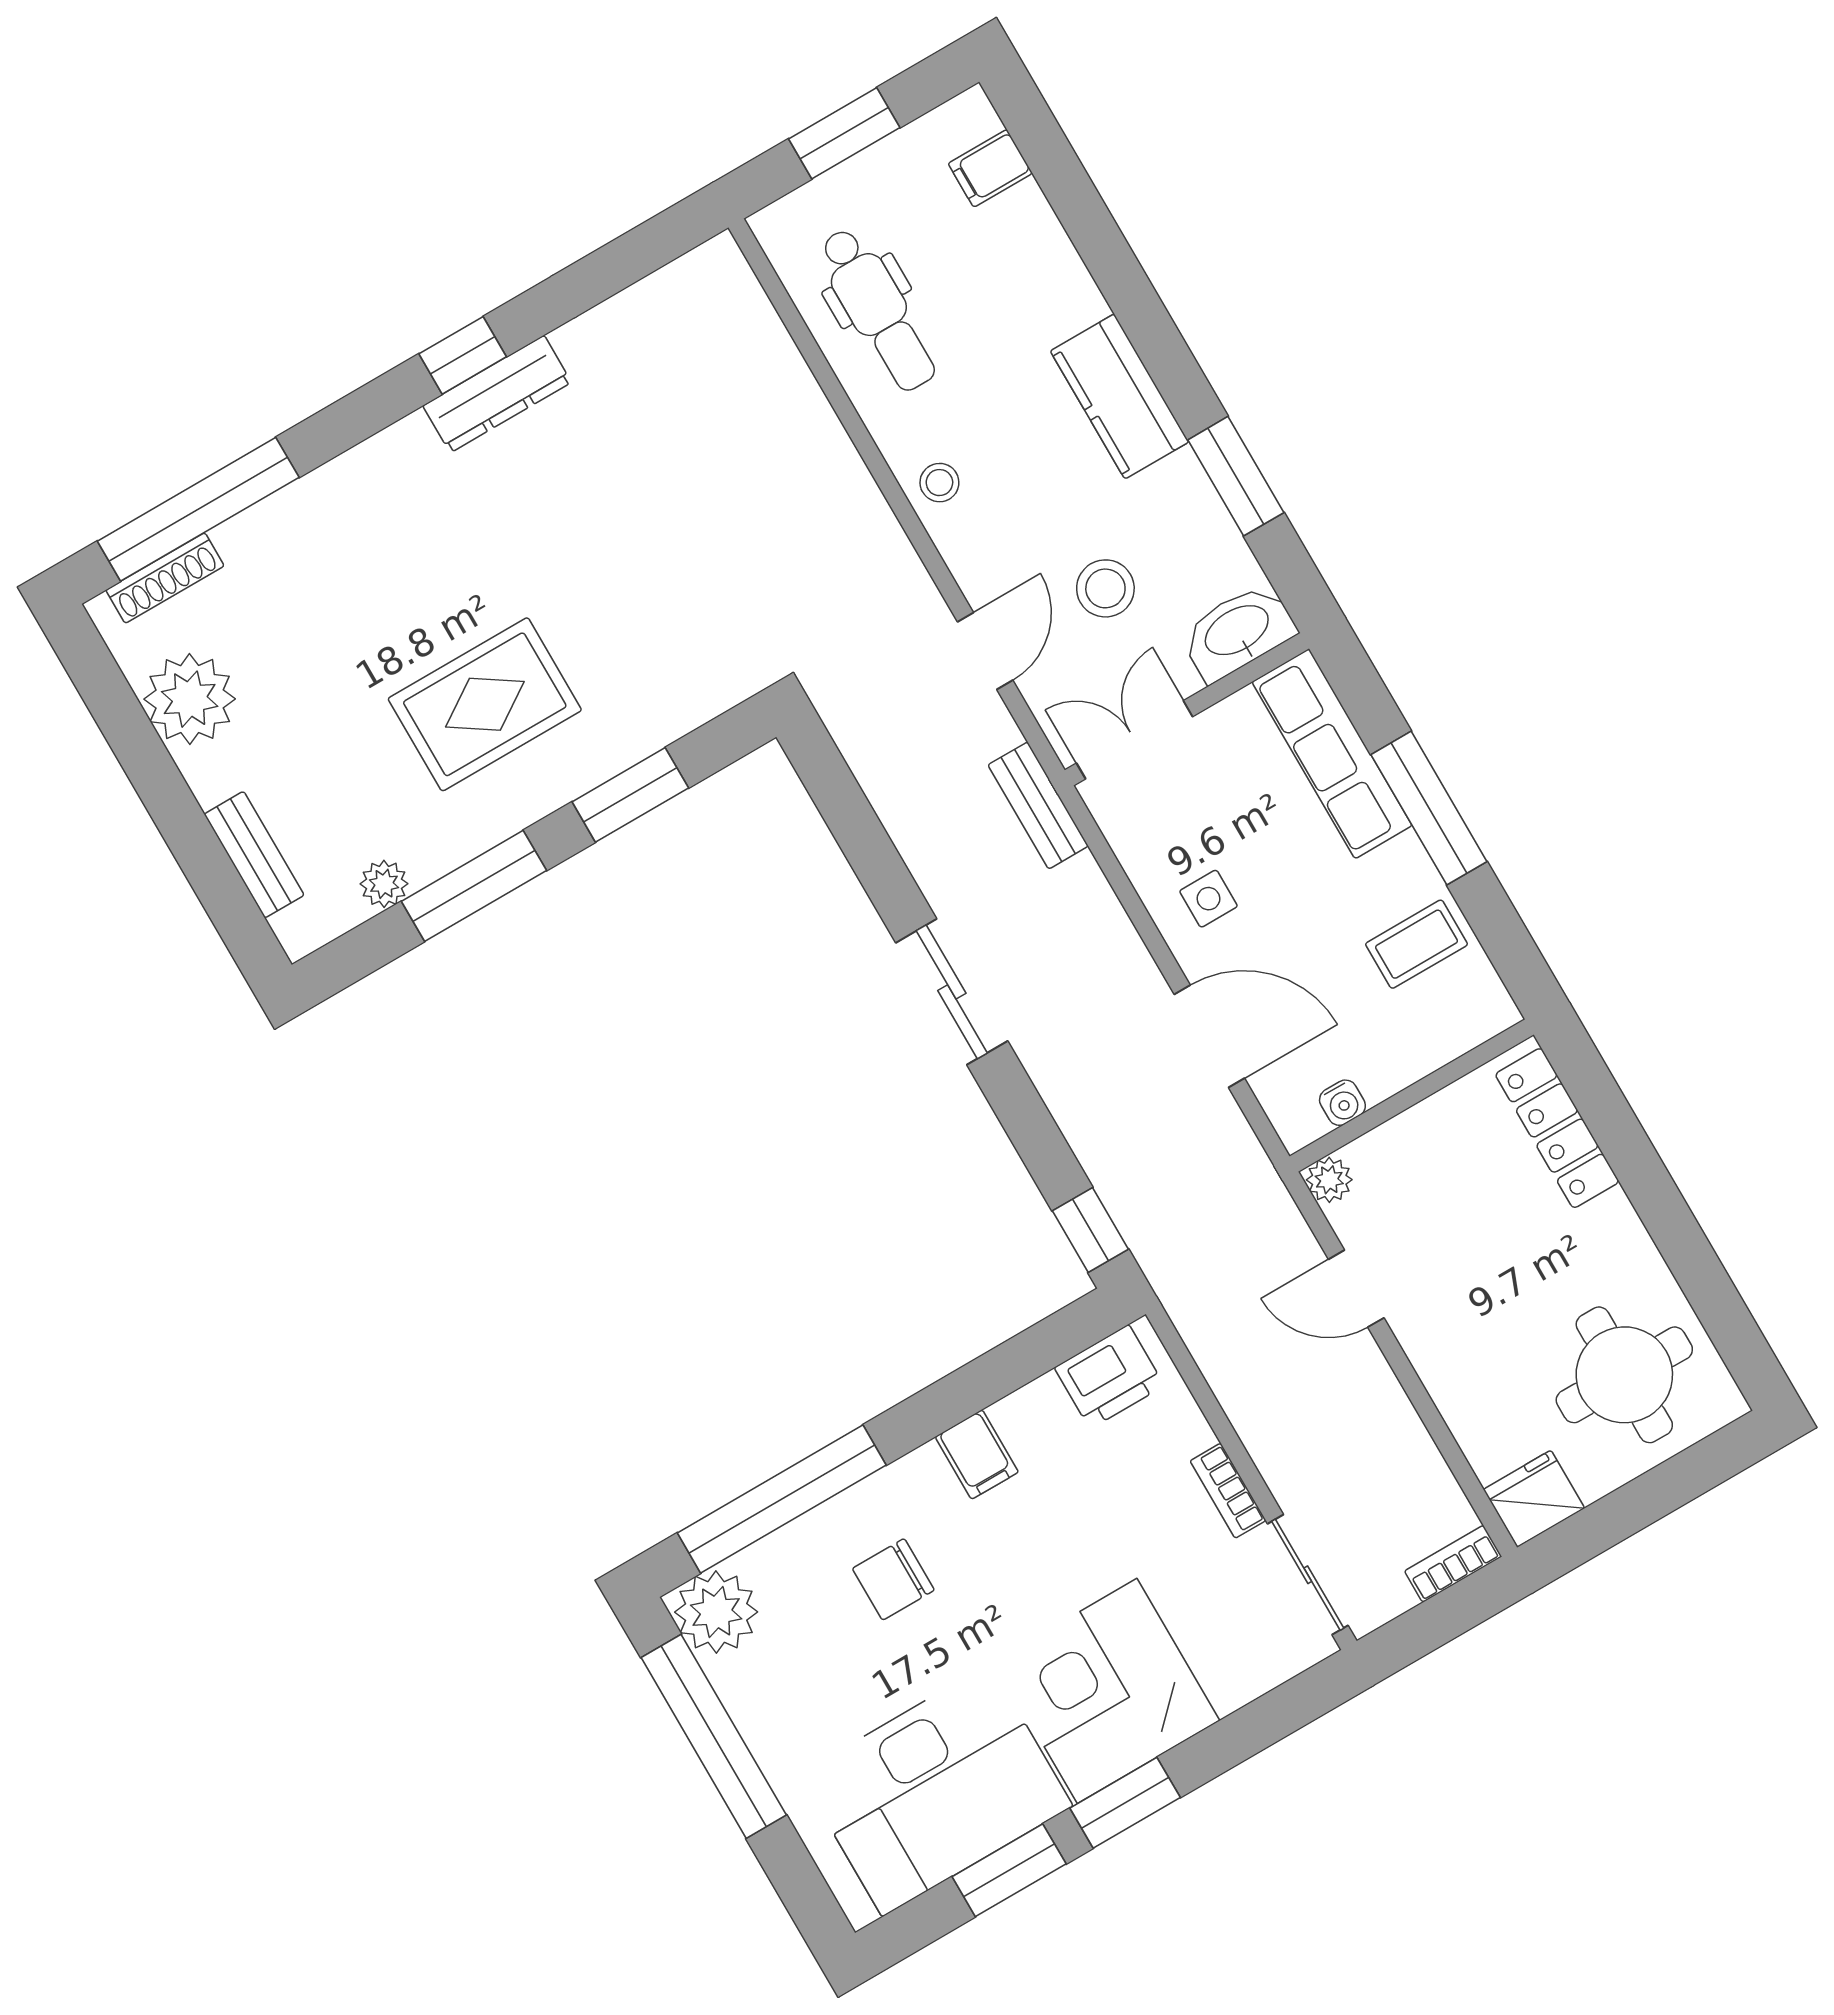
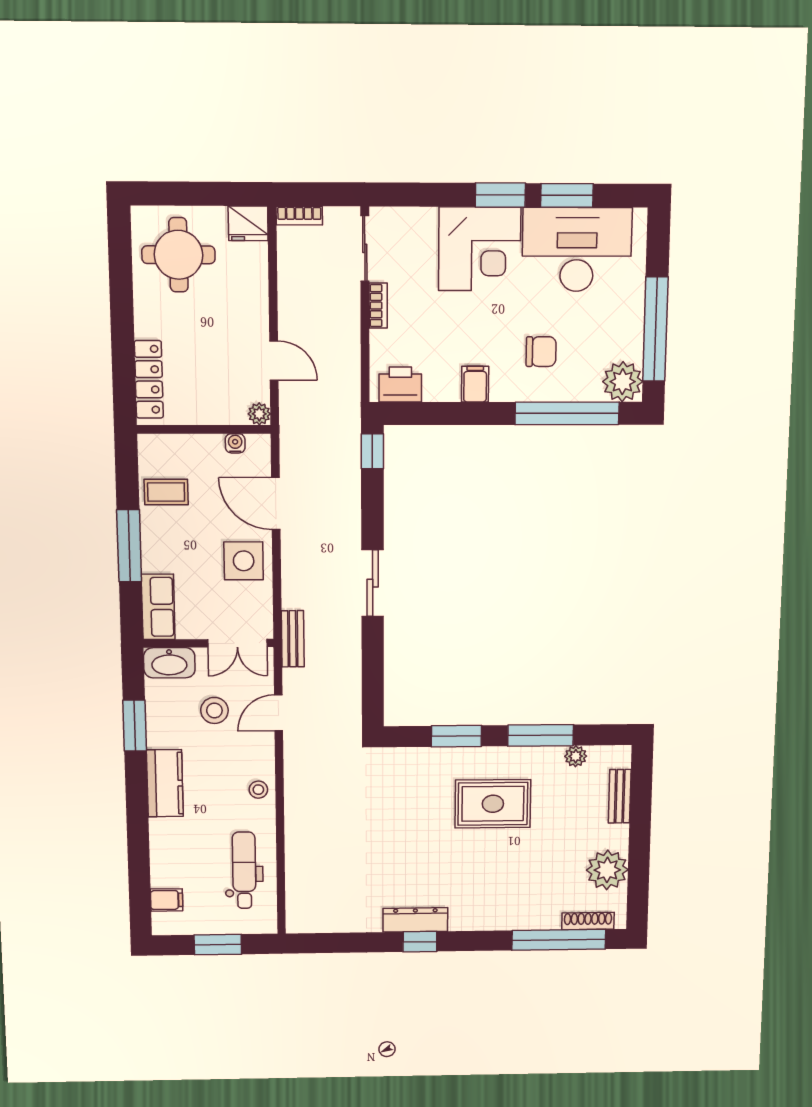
row of seats: (1332, 754) -> (158, 607), width x0.68
side table: (1209, 899) -> (244, 561), width x1.87, depth x1.87

